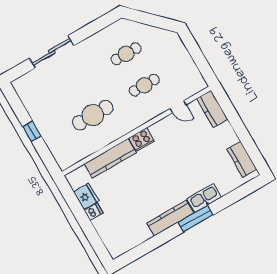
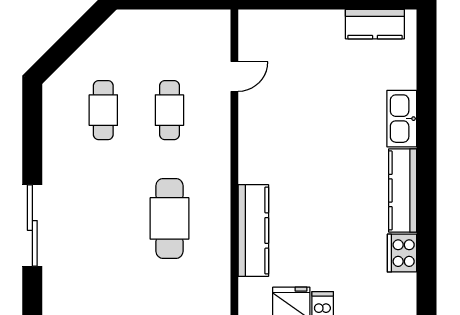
kitchen counter: (212, 109) -> (269, 25), removed
cooker: (142, 140) -> (402, 253), moved, turned 180
window: (196, 219) -> (426, 151), removed

